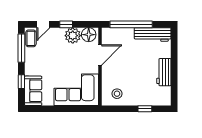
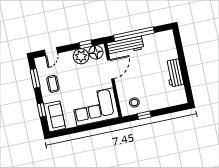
window: (66, 24) -> (86, 44), moved
workbench: (153, 34) -> (125, 46), moved
coffee table: (31, 38) -> (53, 84), moved
window: (21, 48) -> (35, 78), width x0.69
window: (145, 109) -> (144, 115), moved

